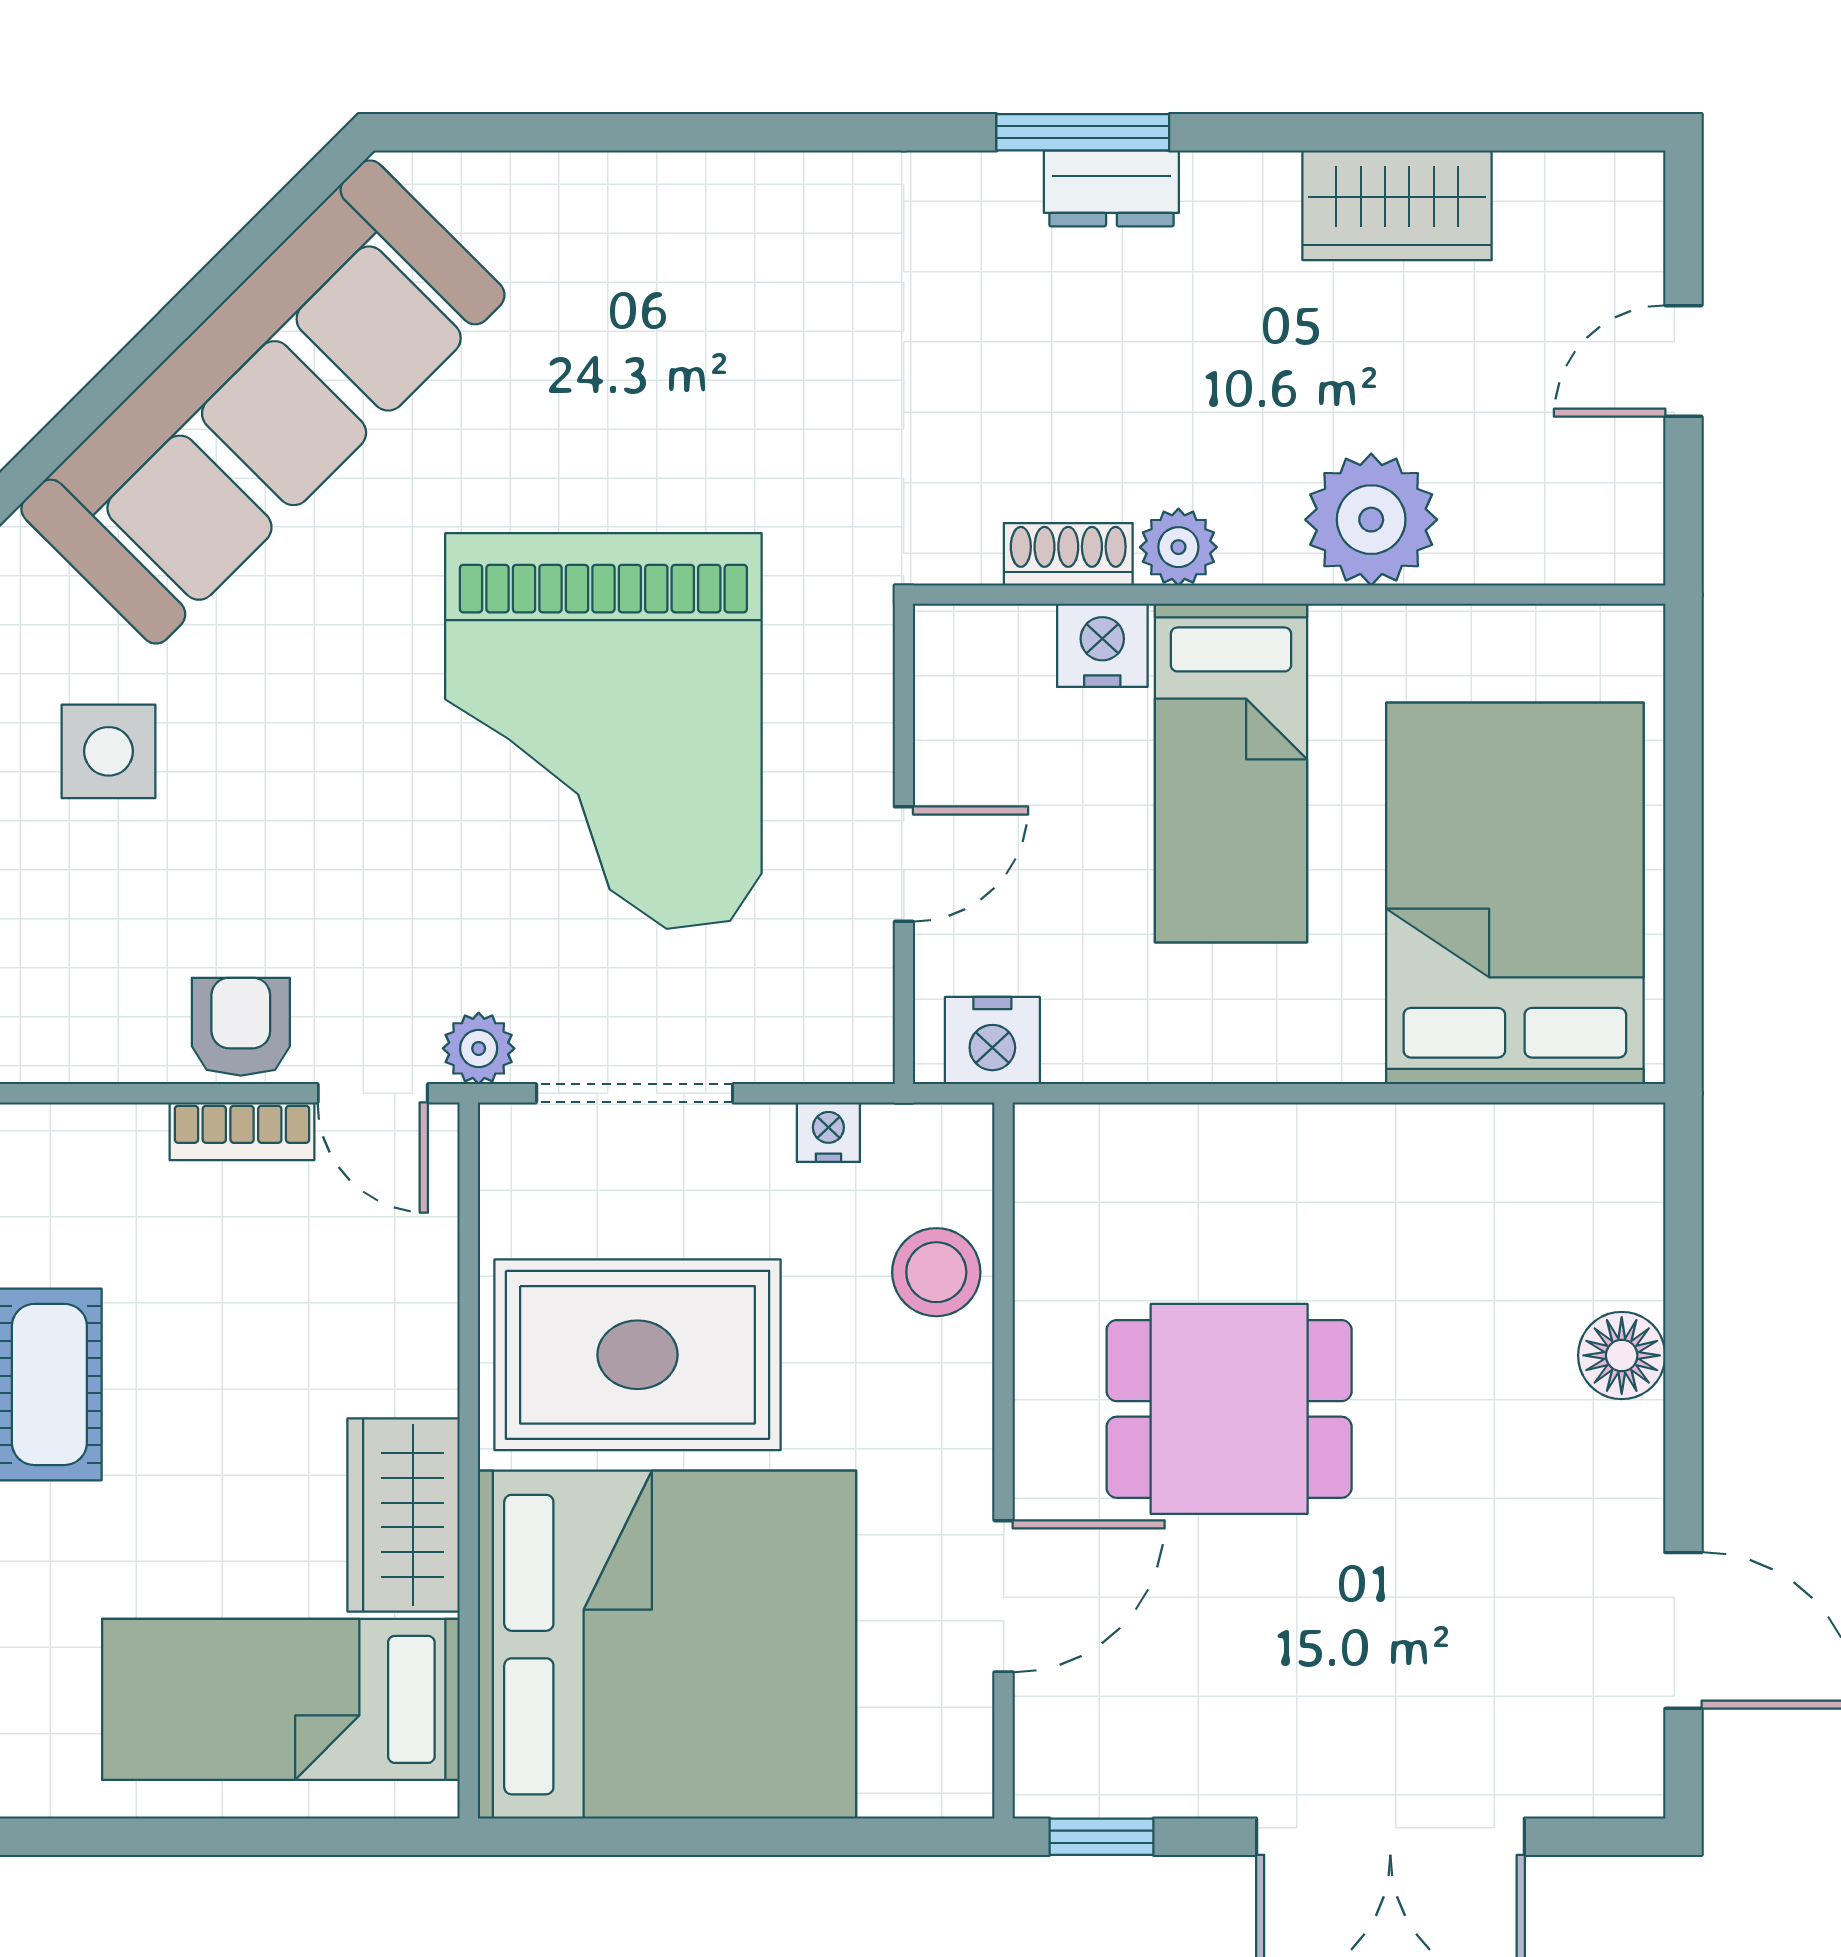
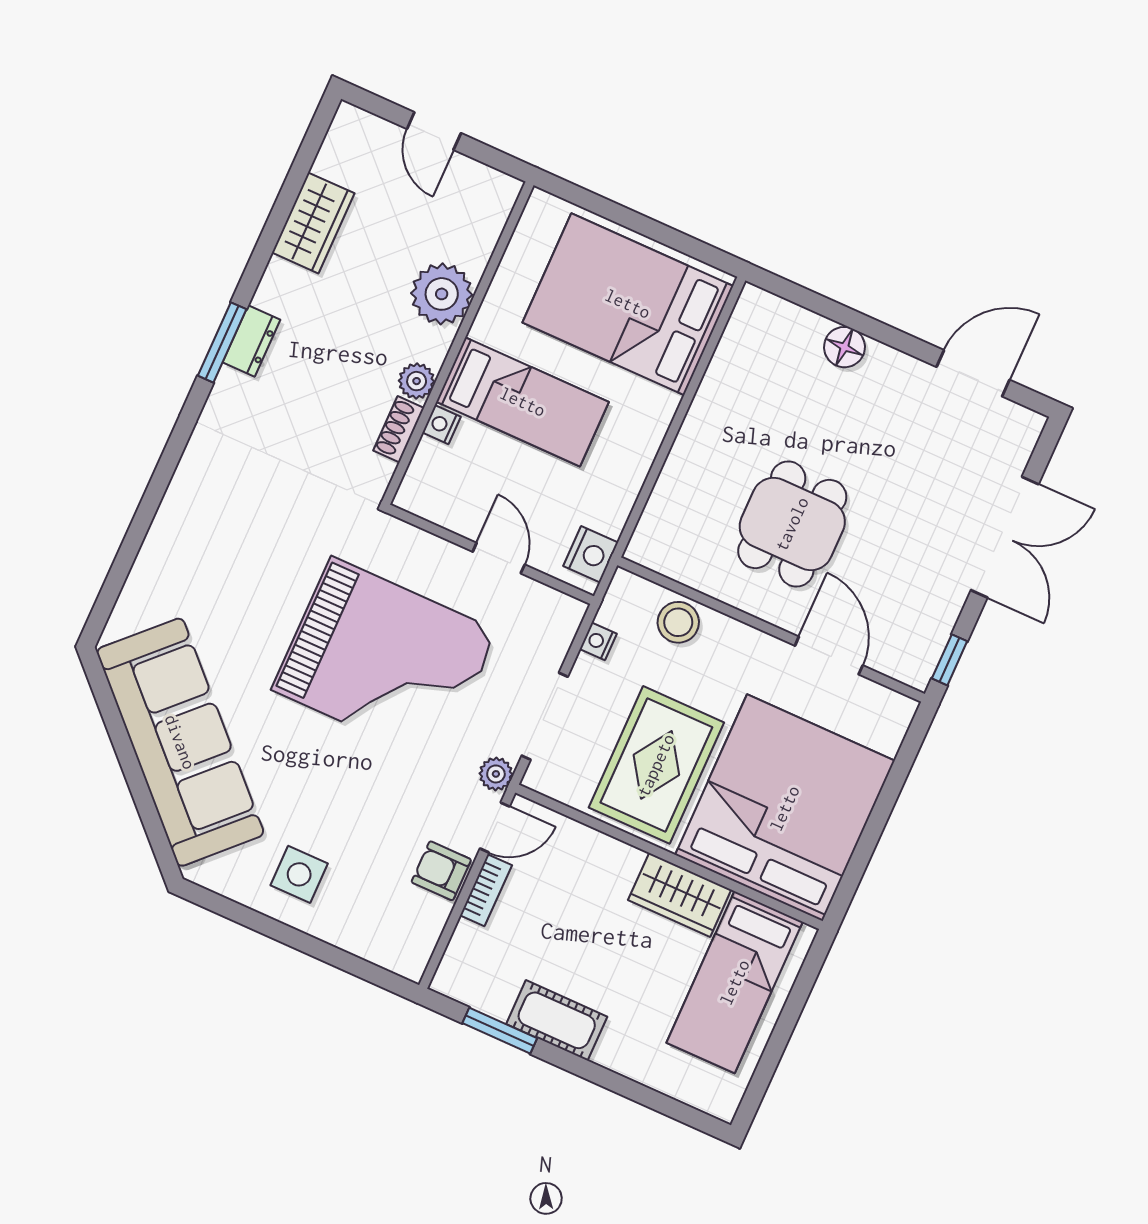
nightstand: (1102, 645) -> (442, 425), width x0.72, depth x0.74

